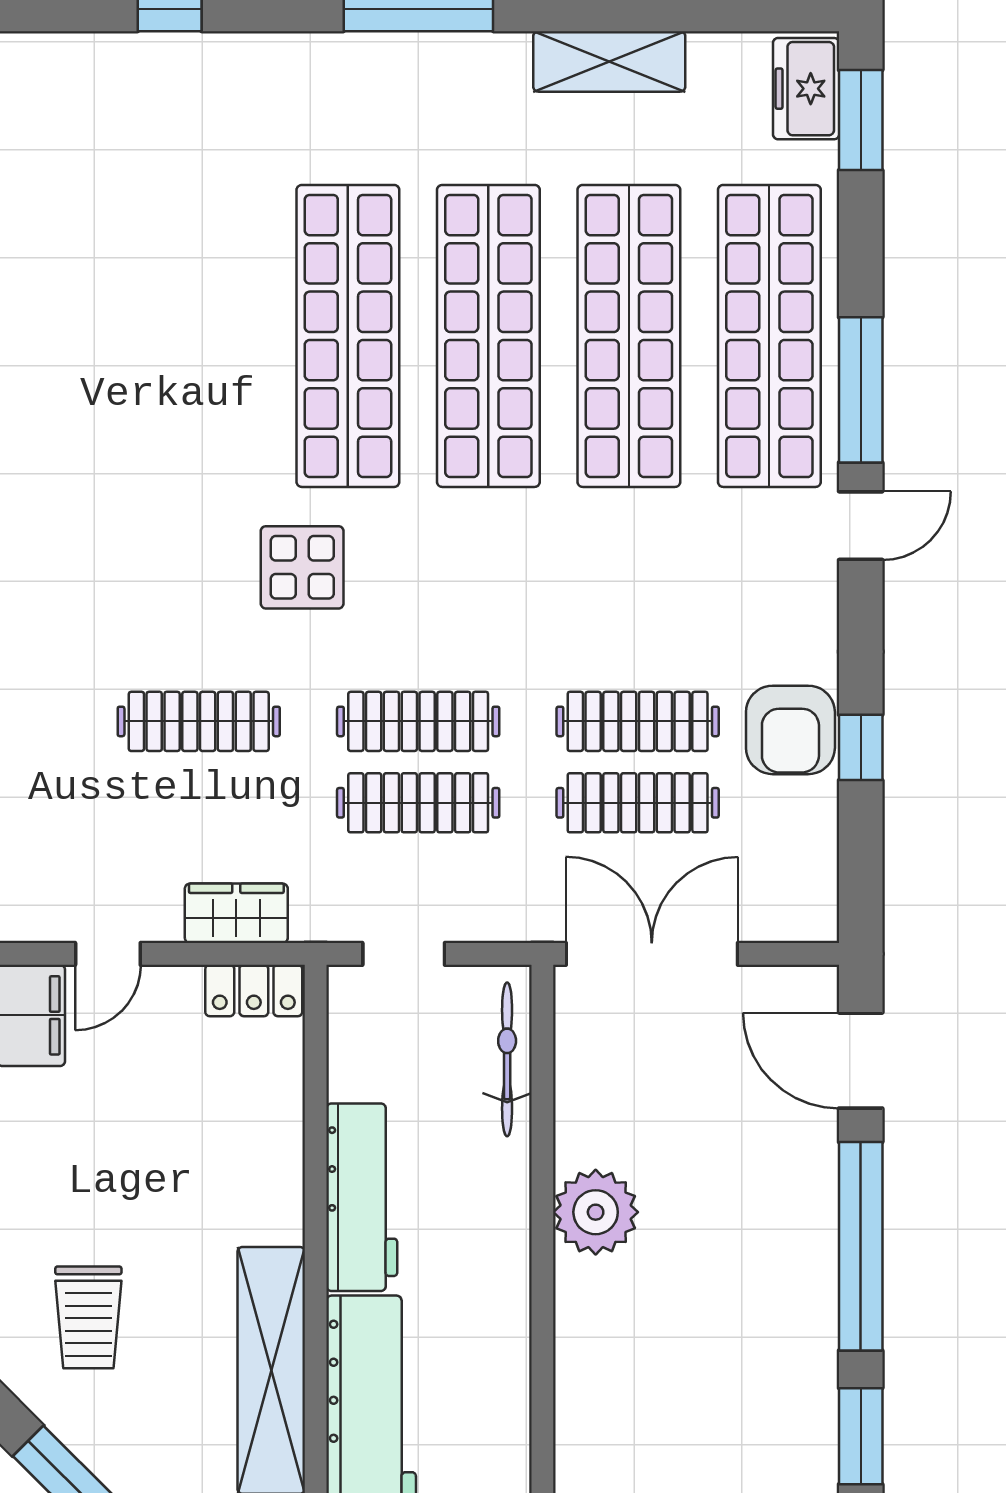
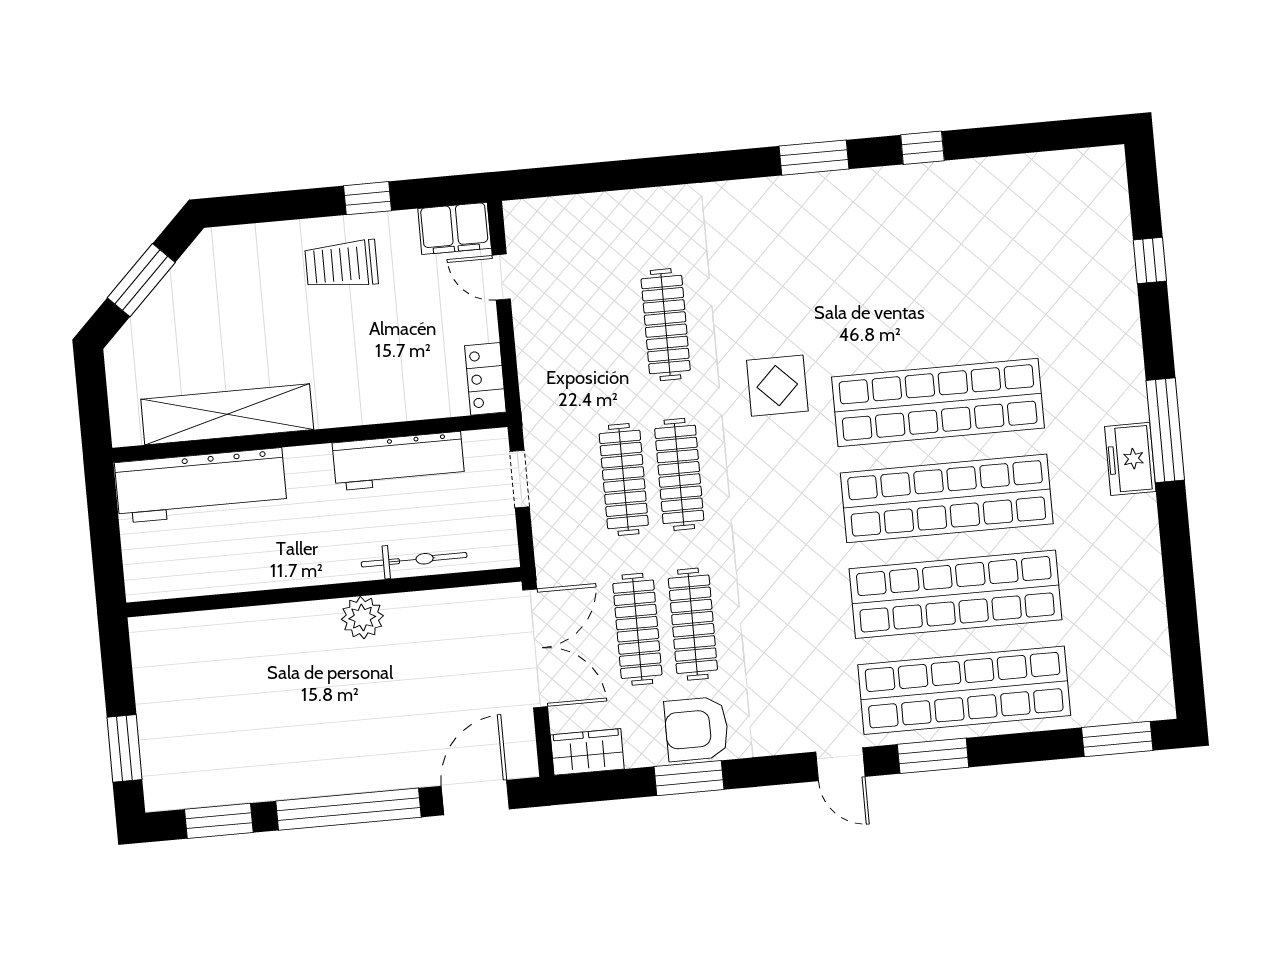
shelving: (609, 61) -> (1142, 564), removed
freezer: (806, 89) -> (1130, 459), moved, turned -90
window: (861, 390) -> (933, 756), width x0.69
window: (861, 747) -> (689, 778), width x1.50
wardrobe: (236, 913) -> (587, 752), moved, turned -90
bicycle: (507, 1059) -> (414, 560), moved
workbench: (362, 1197) -> (399, 461), moved
plant: (596, 1212) -> (362, 618), width x0.73, depth x0.73
trolley: (88, 1317) -> (341, 264), moved

